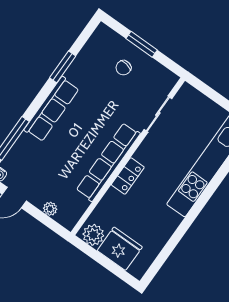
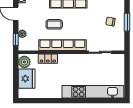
coffee table: (69, 153) -> (54, 24), added
locker: (128, 176) -> (48, 59), moved
window: (52, 224) -> (16, 39), added

